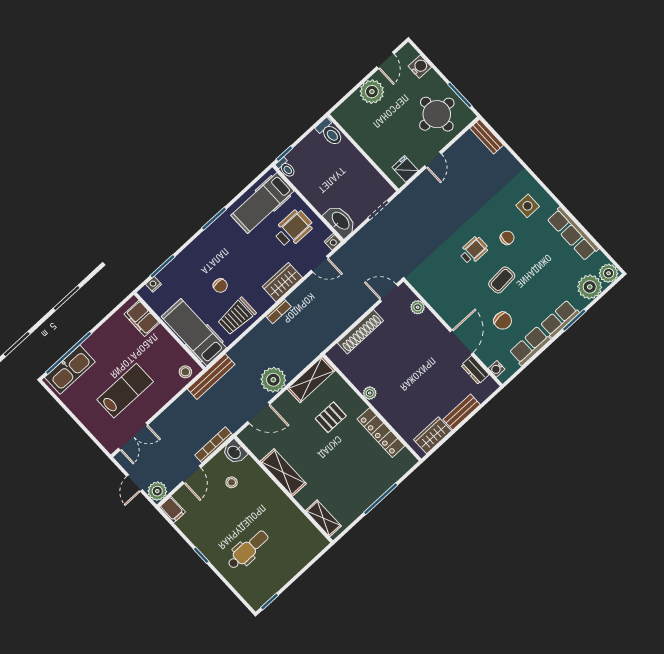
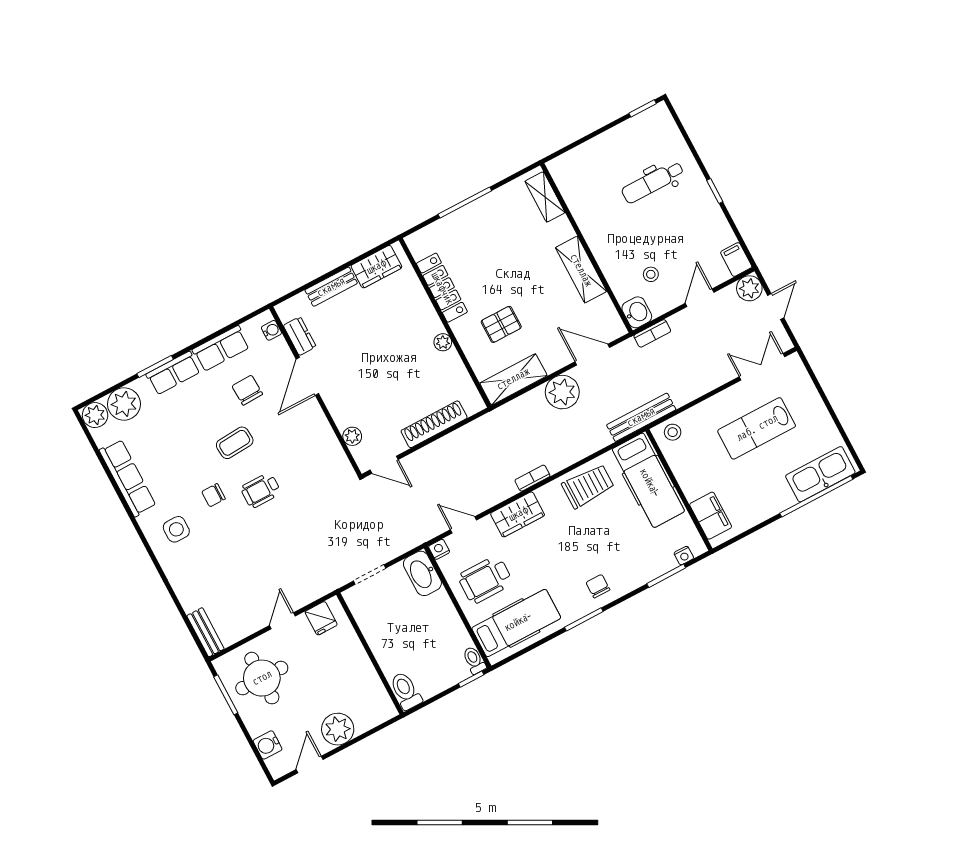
chair: (220, 286) -> (598, 586), moved
bookcase: (214, 445) -> (652, 333), width x0.64

